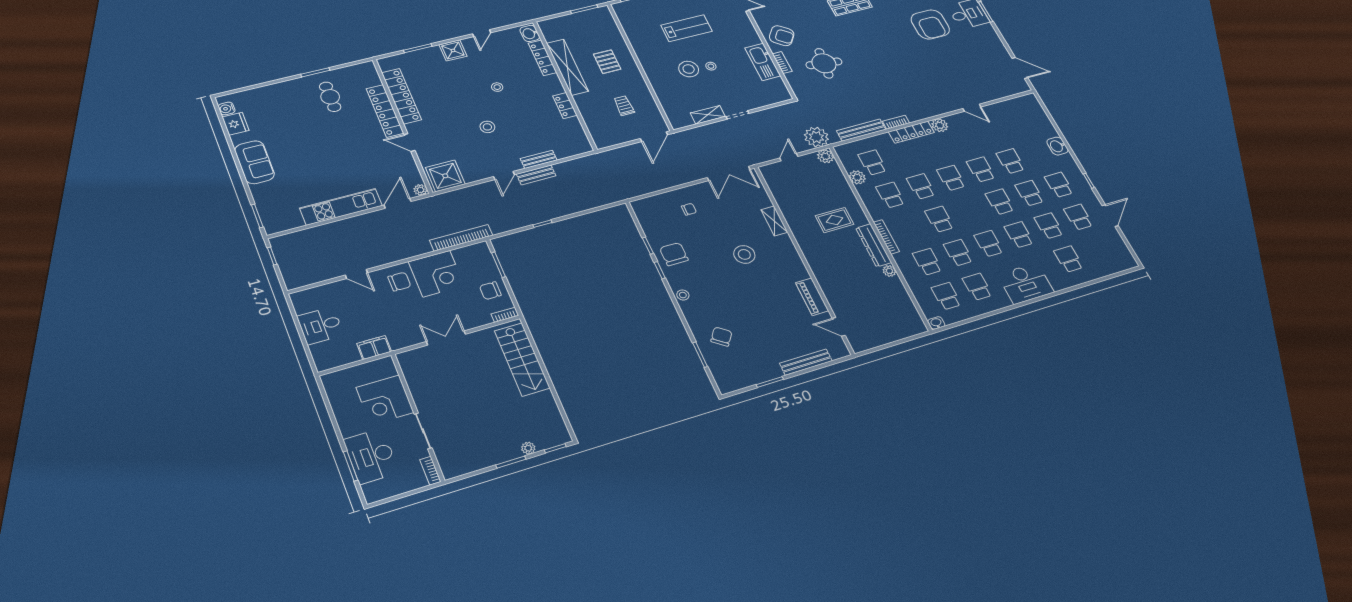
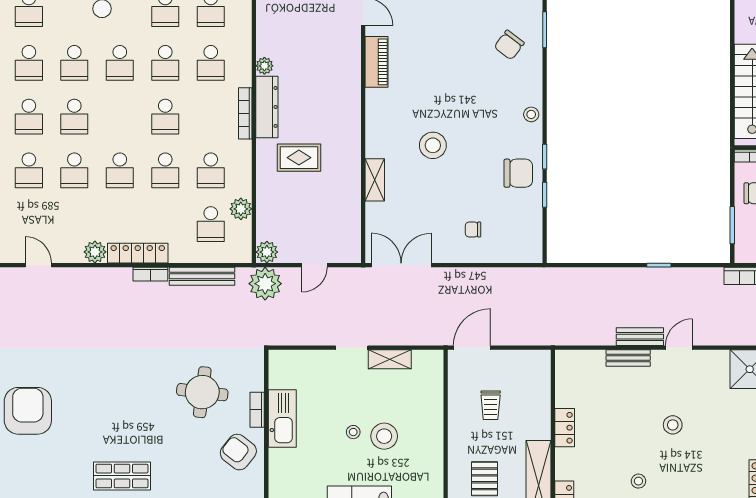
chair: (674, 254) -> (518, 173), turned -90

